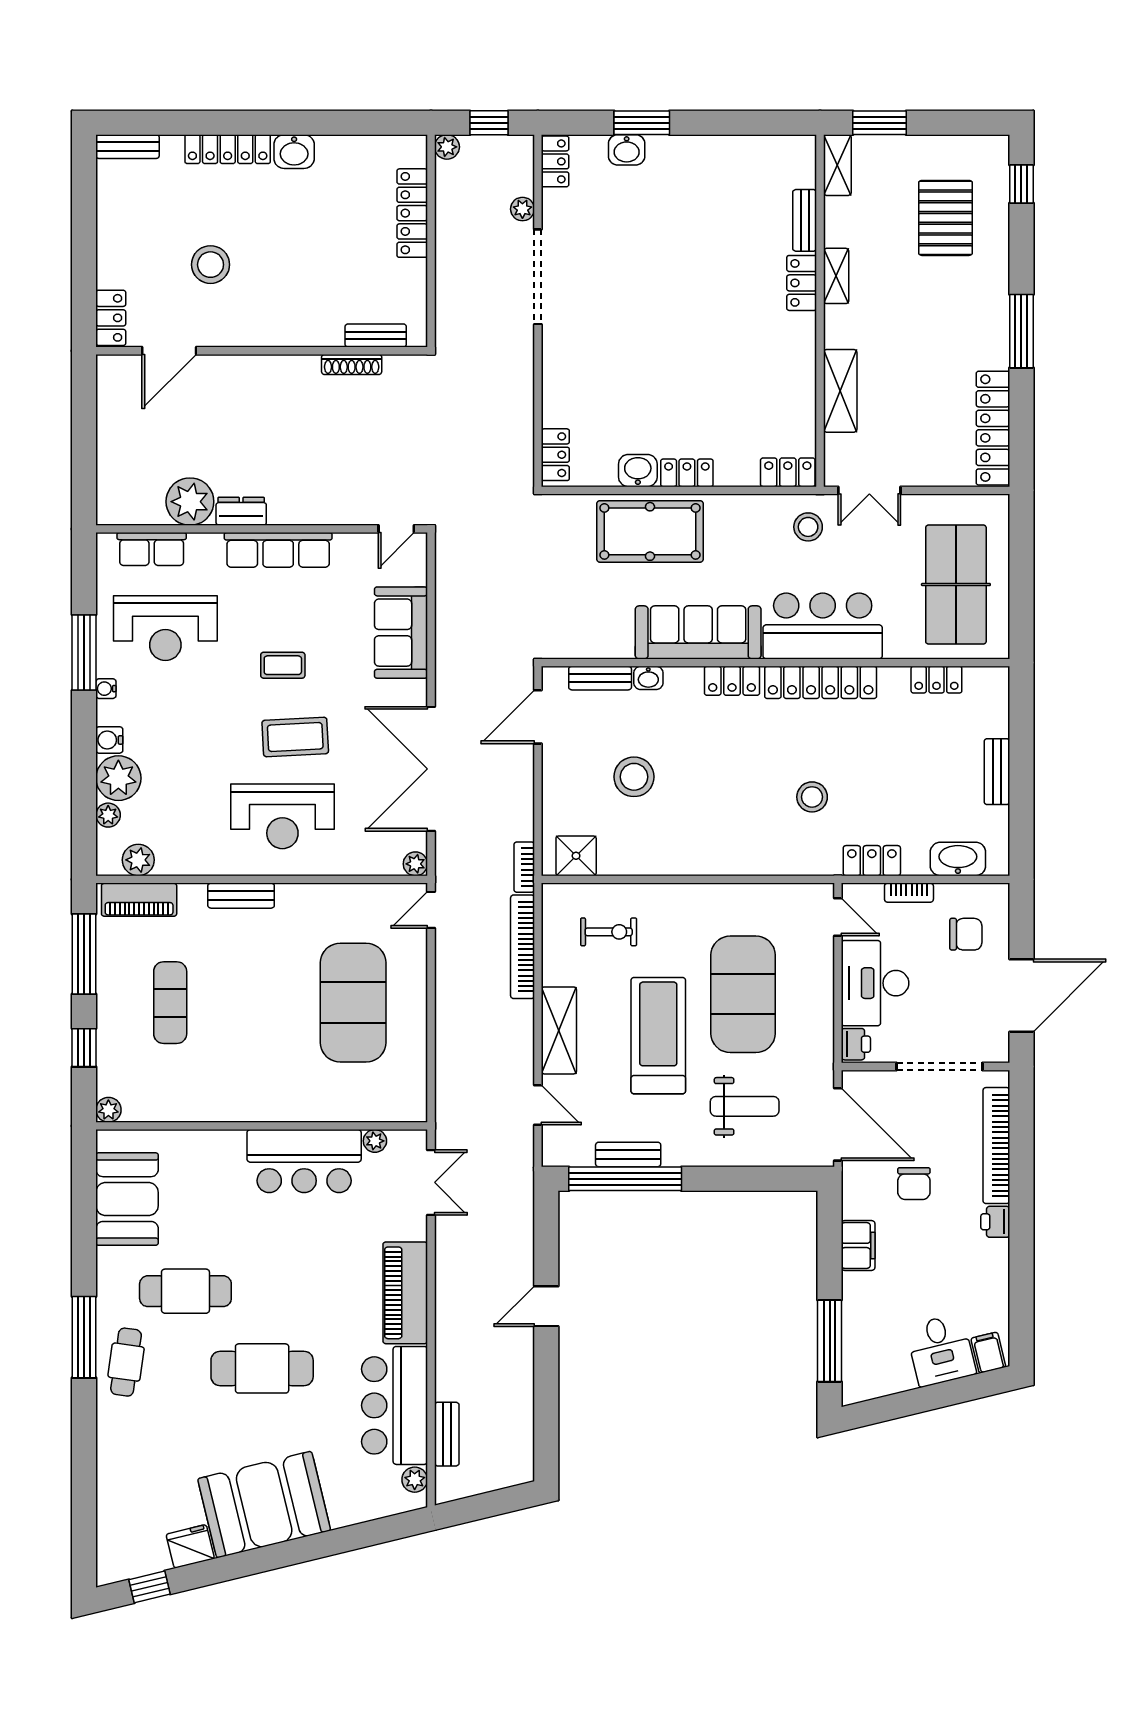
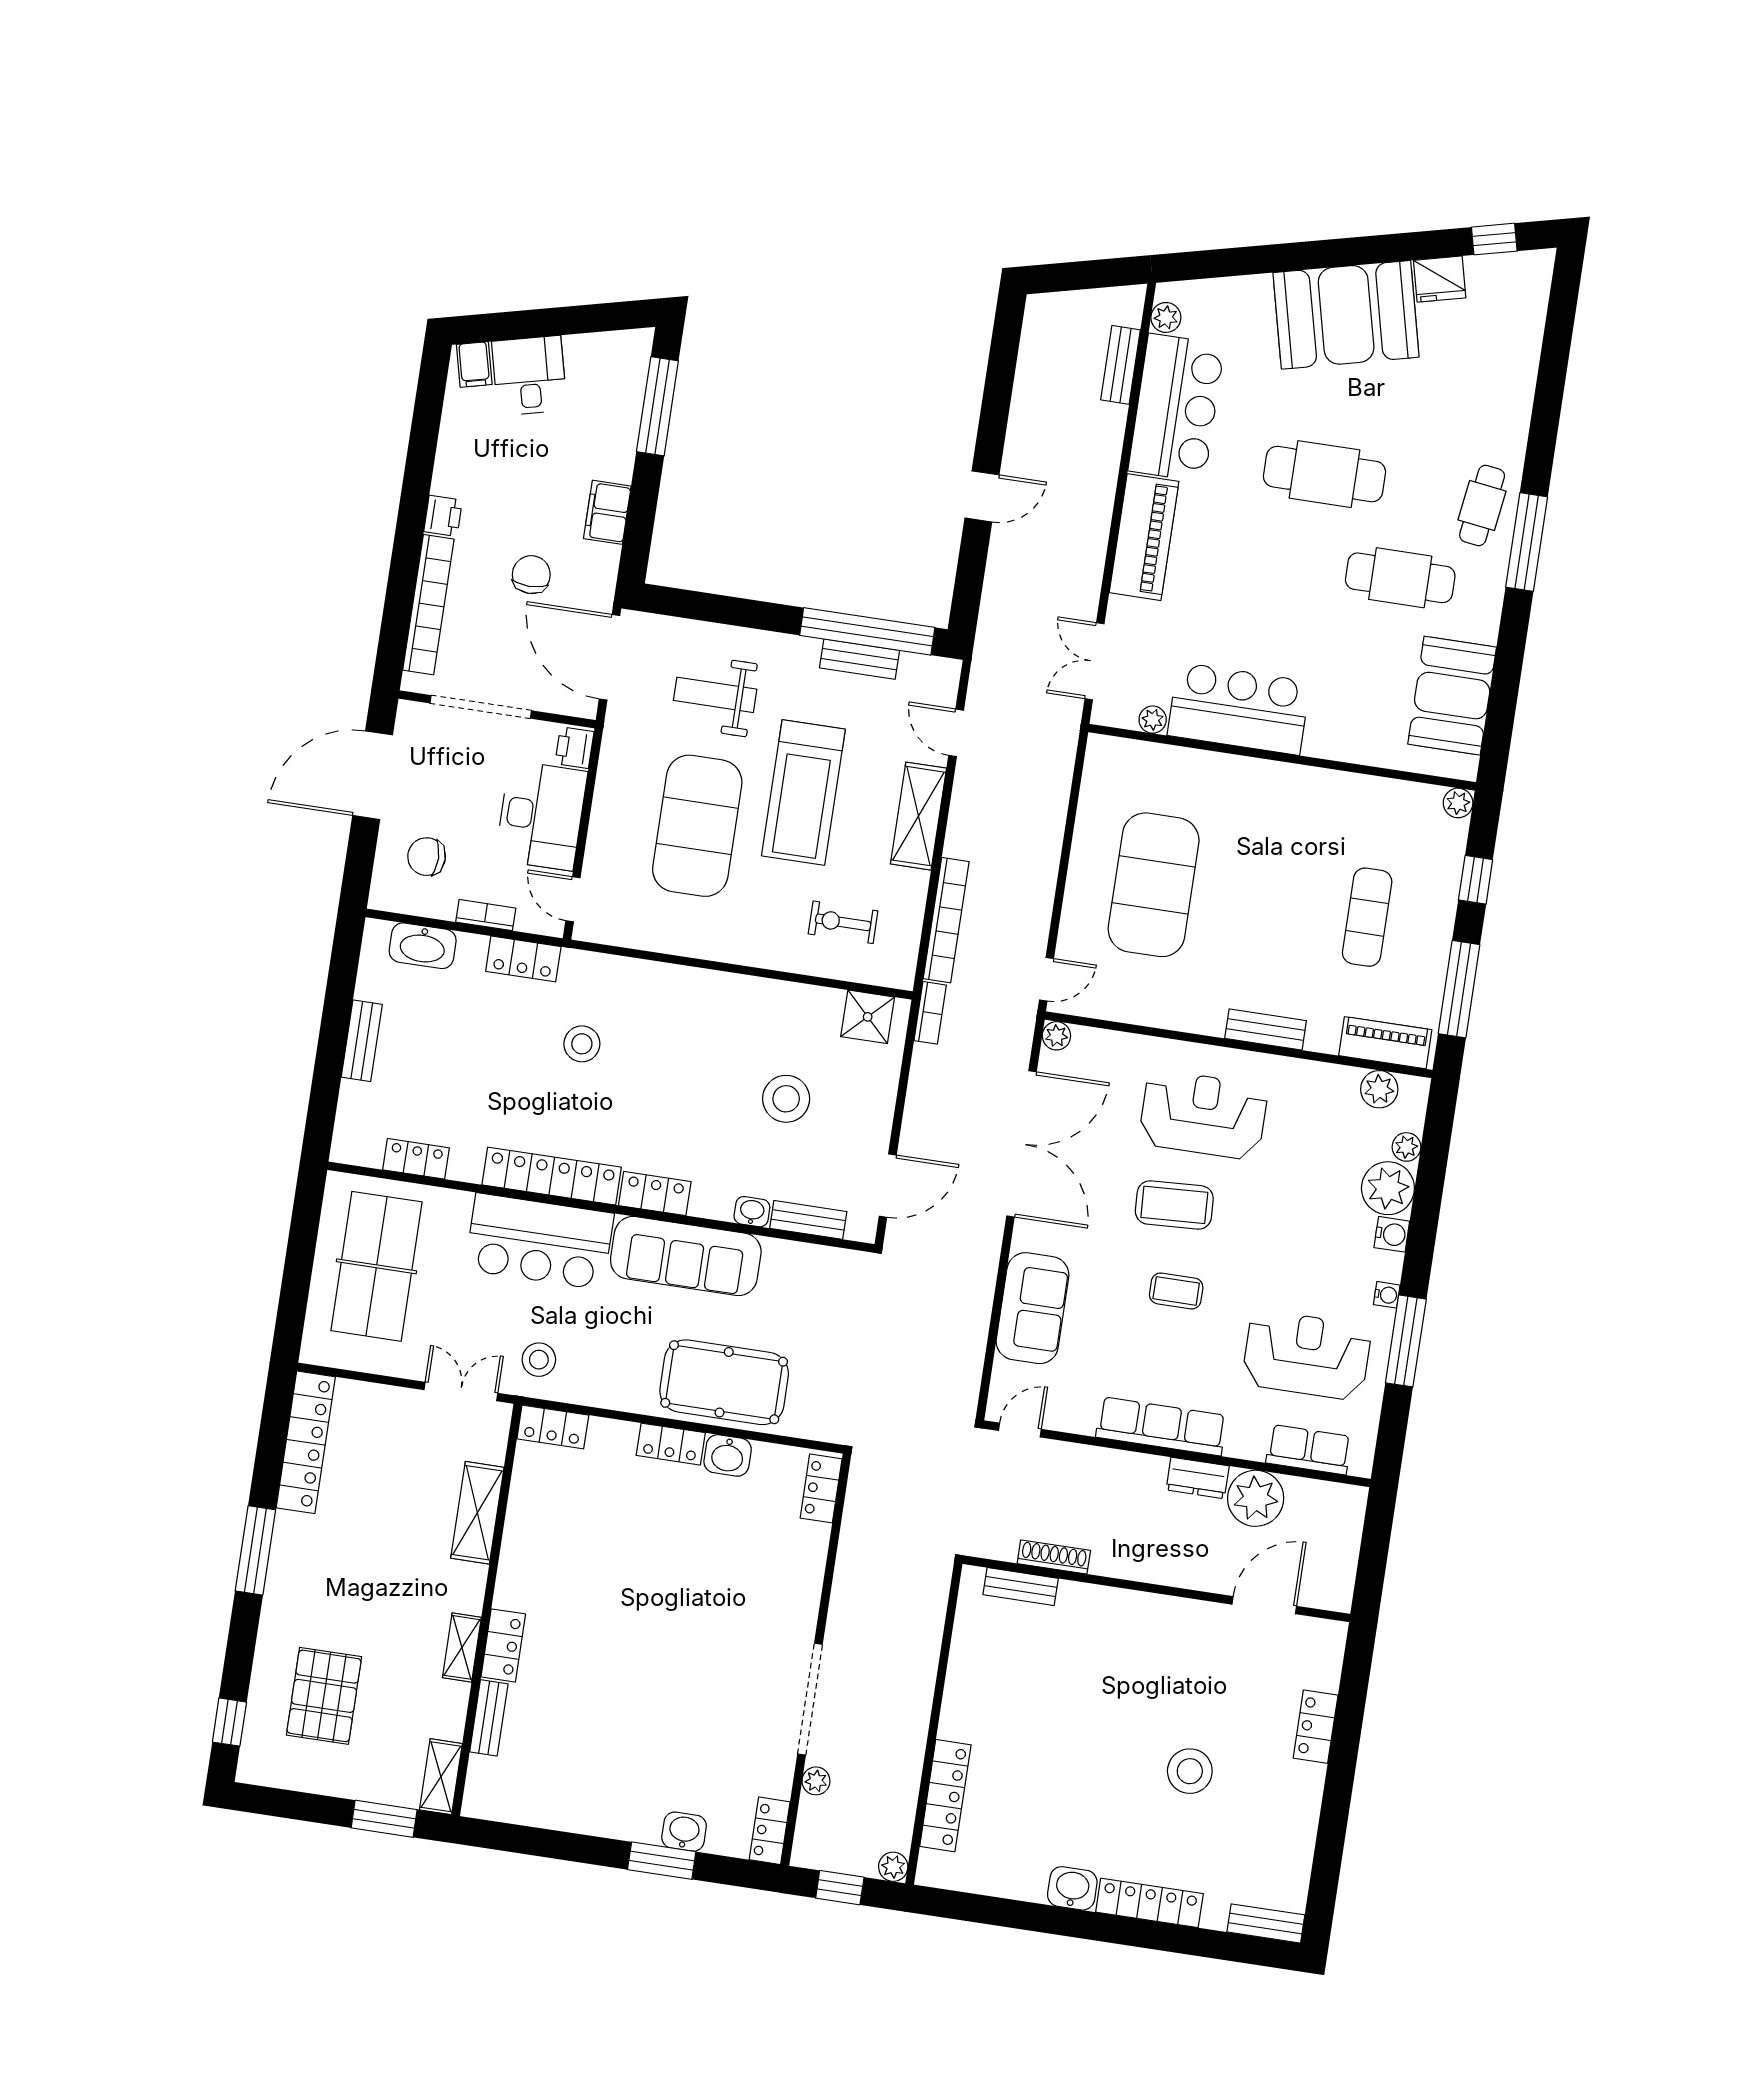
bench: (376, 335) -> (1021, 1587), moved
door: (169, 351) -> (1264, 1605), moved
wall: (262, 351) -> (1156, 1589), moved
shoe rack: (352, 364) -> (1054, 1557), moved

